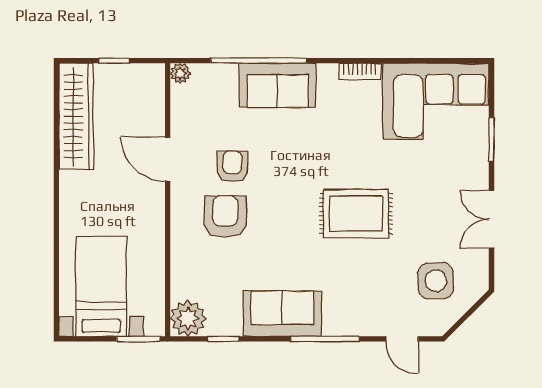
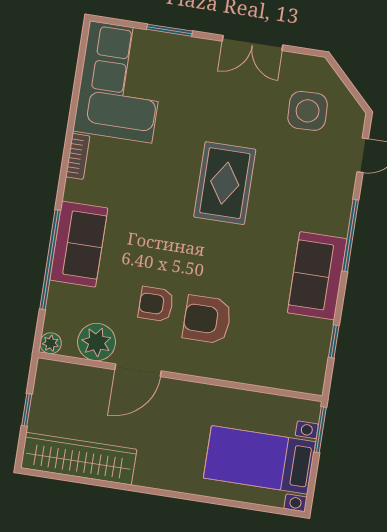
plant: (188, 319) -> (97, 342), moved

